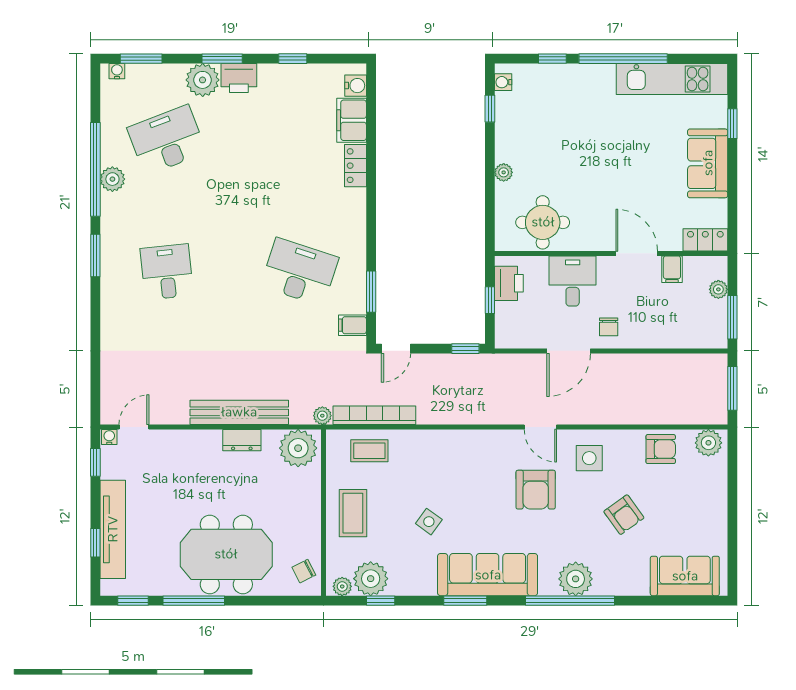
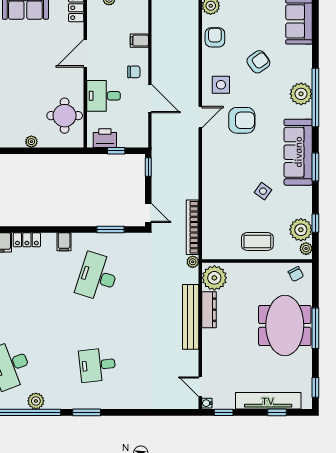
filing cabinet: (672, 269) -> (139, 41), moved, turned 180
filing cabinet: (352, 325) -> (64, 242), moved
dresser: (242, 440) -> (209, 310), width x1.44
coffee table: (369, 451) -> (216, 231), removed
window: (194, 601) -> (315, 328), moved

